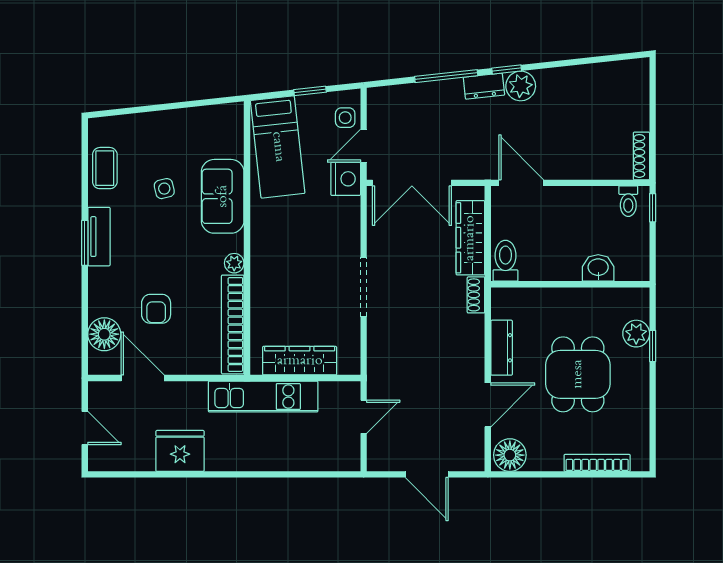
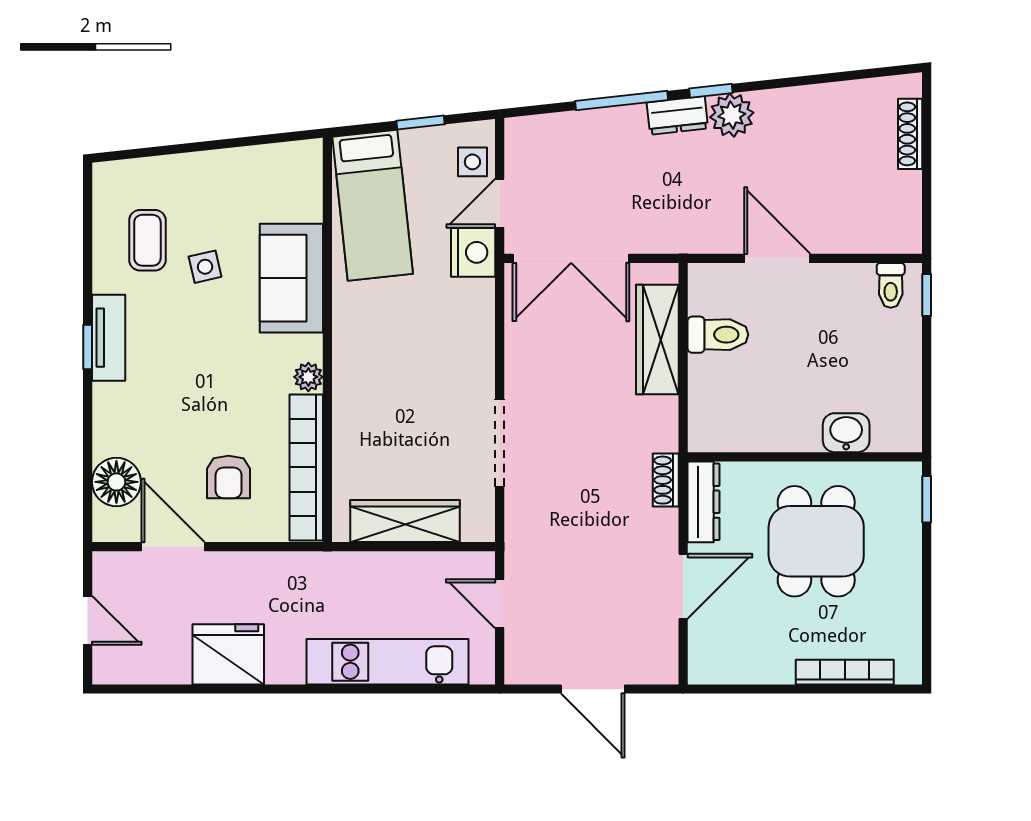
shoe rack: (641, 156) -> (910, 134), moved
coffee table: (105, 168) -> (147, 240), moved
door: (521, 183) -> (777, 258), moved
window: (85, 243) -> (88, 347), width x0.67
toilet: (505, 261) -> (718, 335), moved, turned 90
washbasin: (598, 268) -> (846, 433), moved
wall: (570, 284) -> (805, 457), moved
doorway: (364, 287) -> (500, 443), moved
shoe rack: (476, 295) -> (666, 480), moved
armchair: (156, 309) -> (229, 477), moved
plant: (636, 334) -> (902, 481), removed
kitchen unit: (263, 397) -> (387, 662), moved, turned 180
door: (364, 417) -> (500, 604), swing flipped
floor lamp: (510, 455) -> (716, 660), removed

